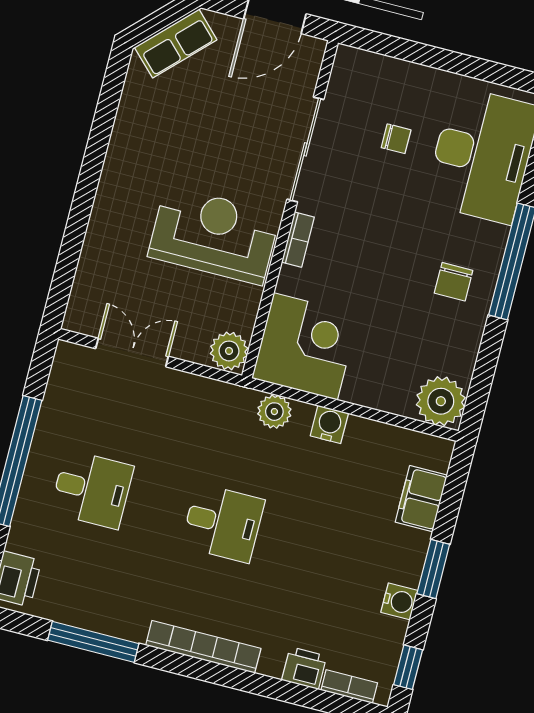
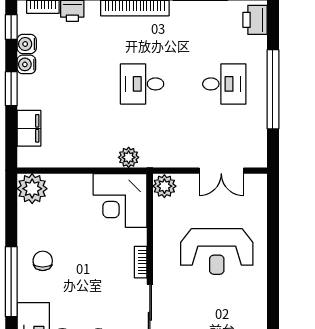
reception desk: (214, 235) -> (217, 252), moved
water cooler: (329, 425) -> (27, 44), moved, turned 90
desk: (92, 489) -> (224, 84), turned 180

